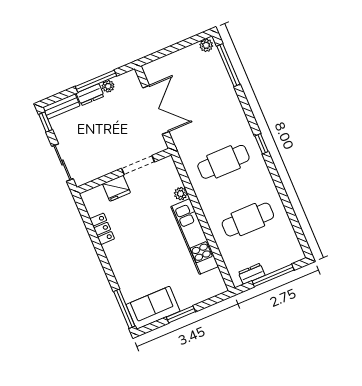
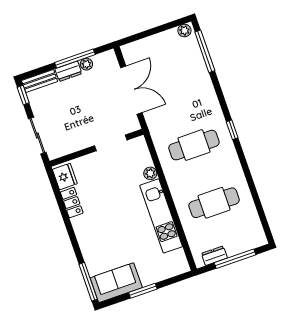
fridge: (116, 188) -> (65, 177), moved, turned -90

